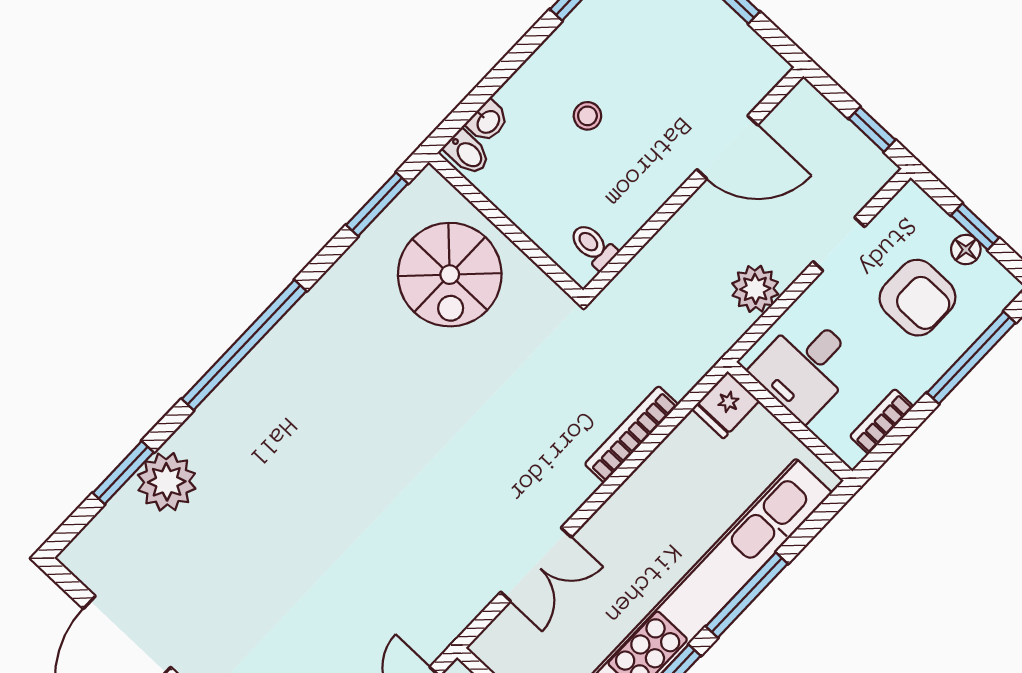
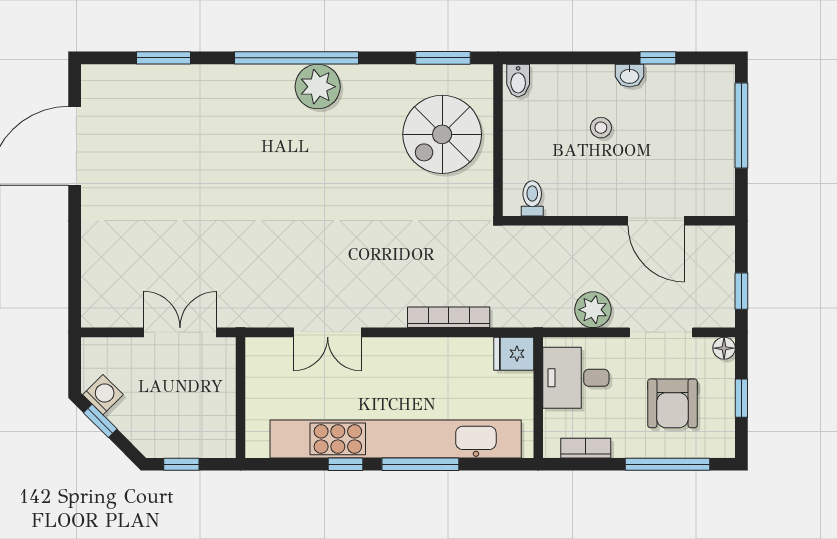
washbasin: (488, 121) -> (630, 76), moved
doorway: (839, 244) -> (661, 332), width x1.38
floor lamp: (966, 250) -> (724, 348), moved
plant: (167, 482) -> (318, 87), moved

